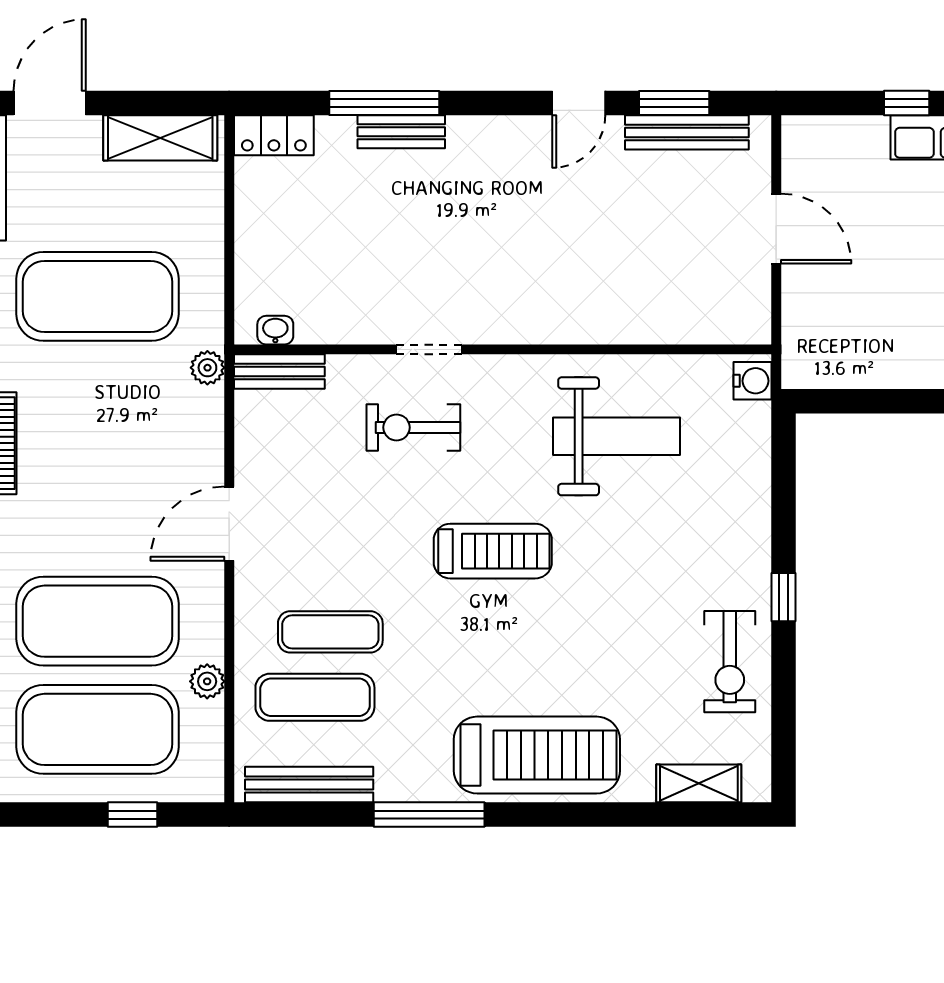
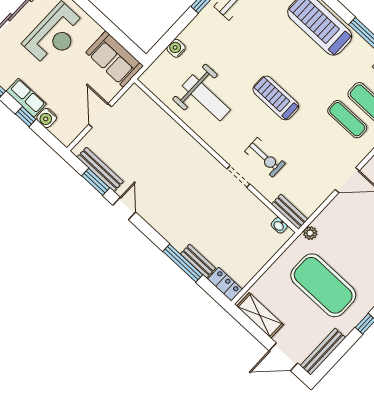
door: (579, 103) -> (124, 209), hinge flipped
bench: (401, 132) -> (198, 261), moved
water cooler: (867, 135) -> (47, 118), added
sofa: (844, 353) -> (115, 59), added
water cooler: (753, 381) -> (176, 48), moved
weight bench: (617, 436) -> (206, 98), turned 180

